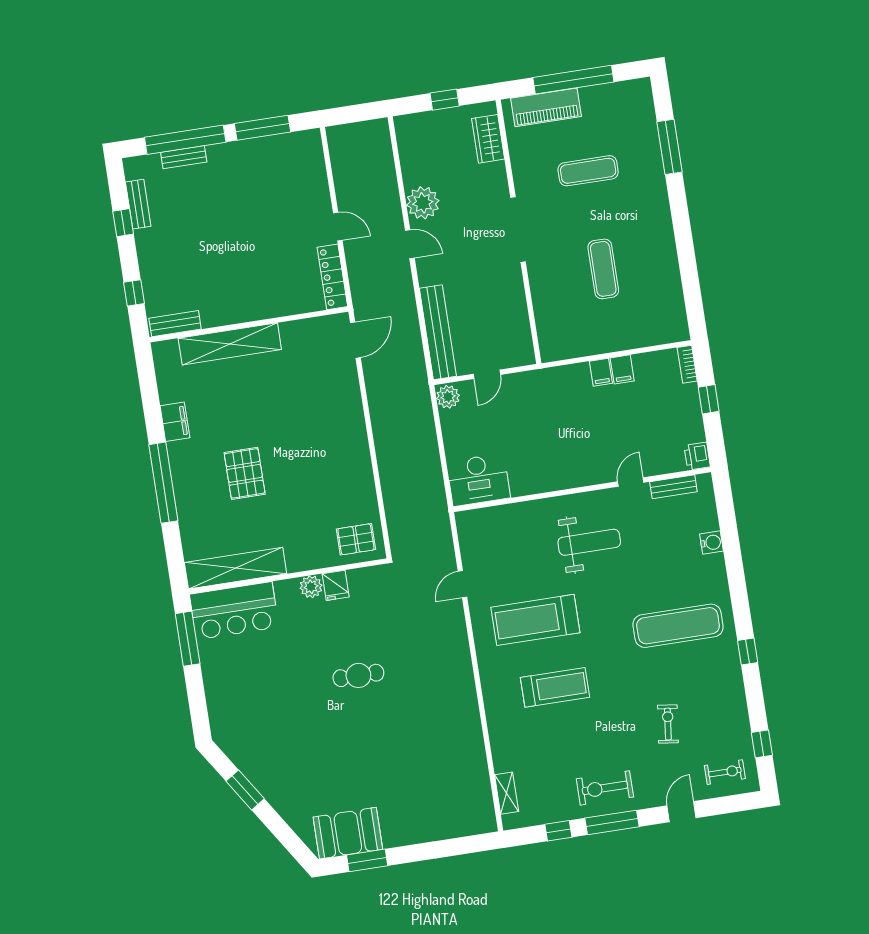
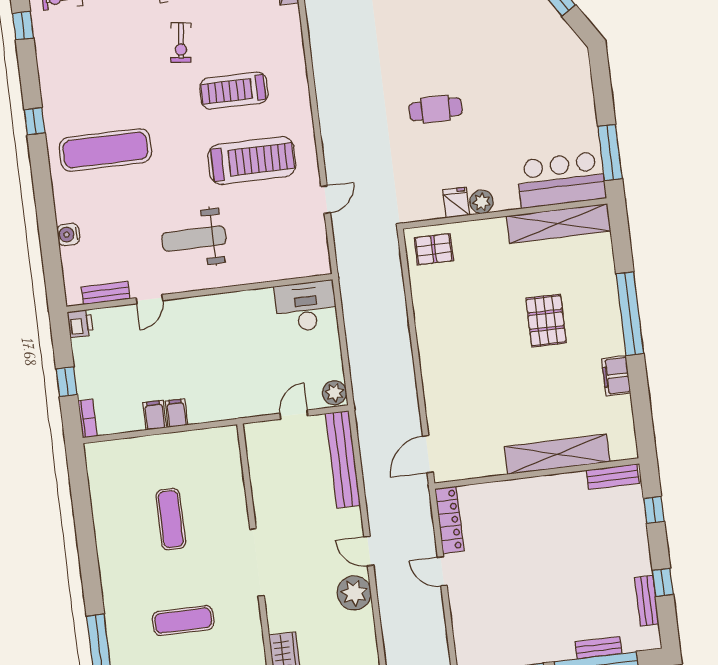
exercise bike: (668, 724) -> (181, 42), moved

